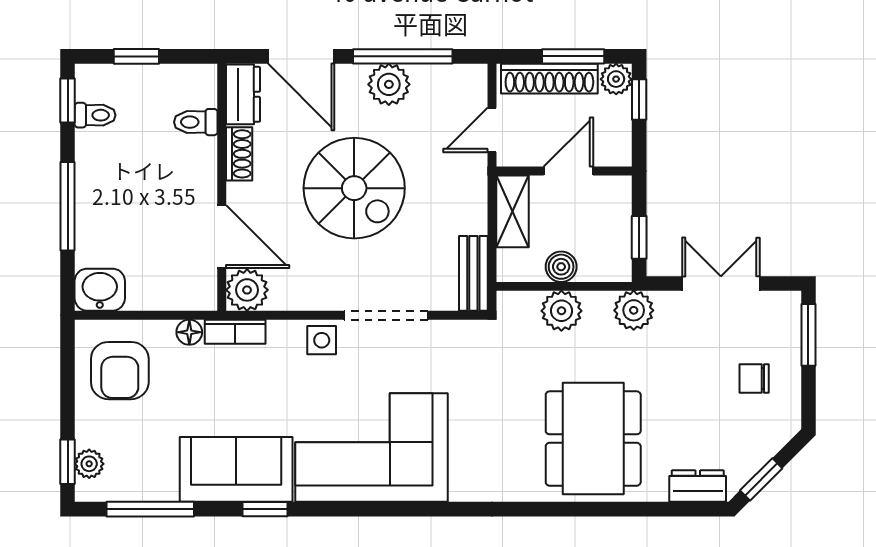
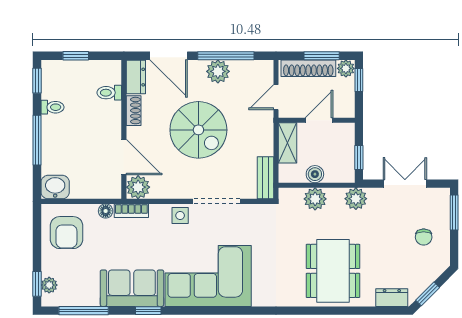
toilet: (95, 115) -> (52, 107), moved
chair: (754, 378) -> (424, 237), turned -90

